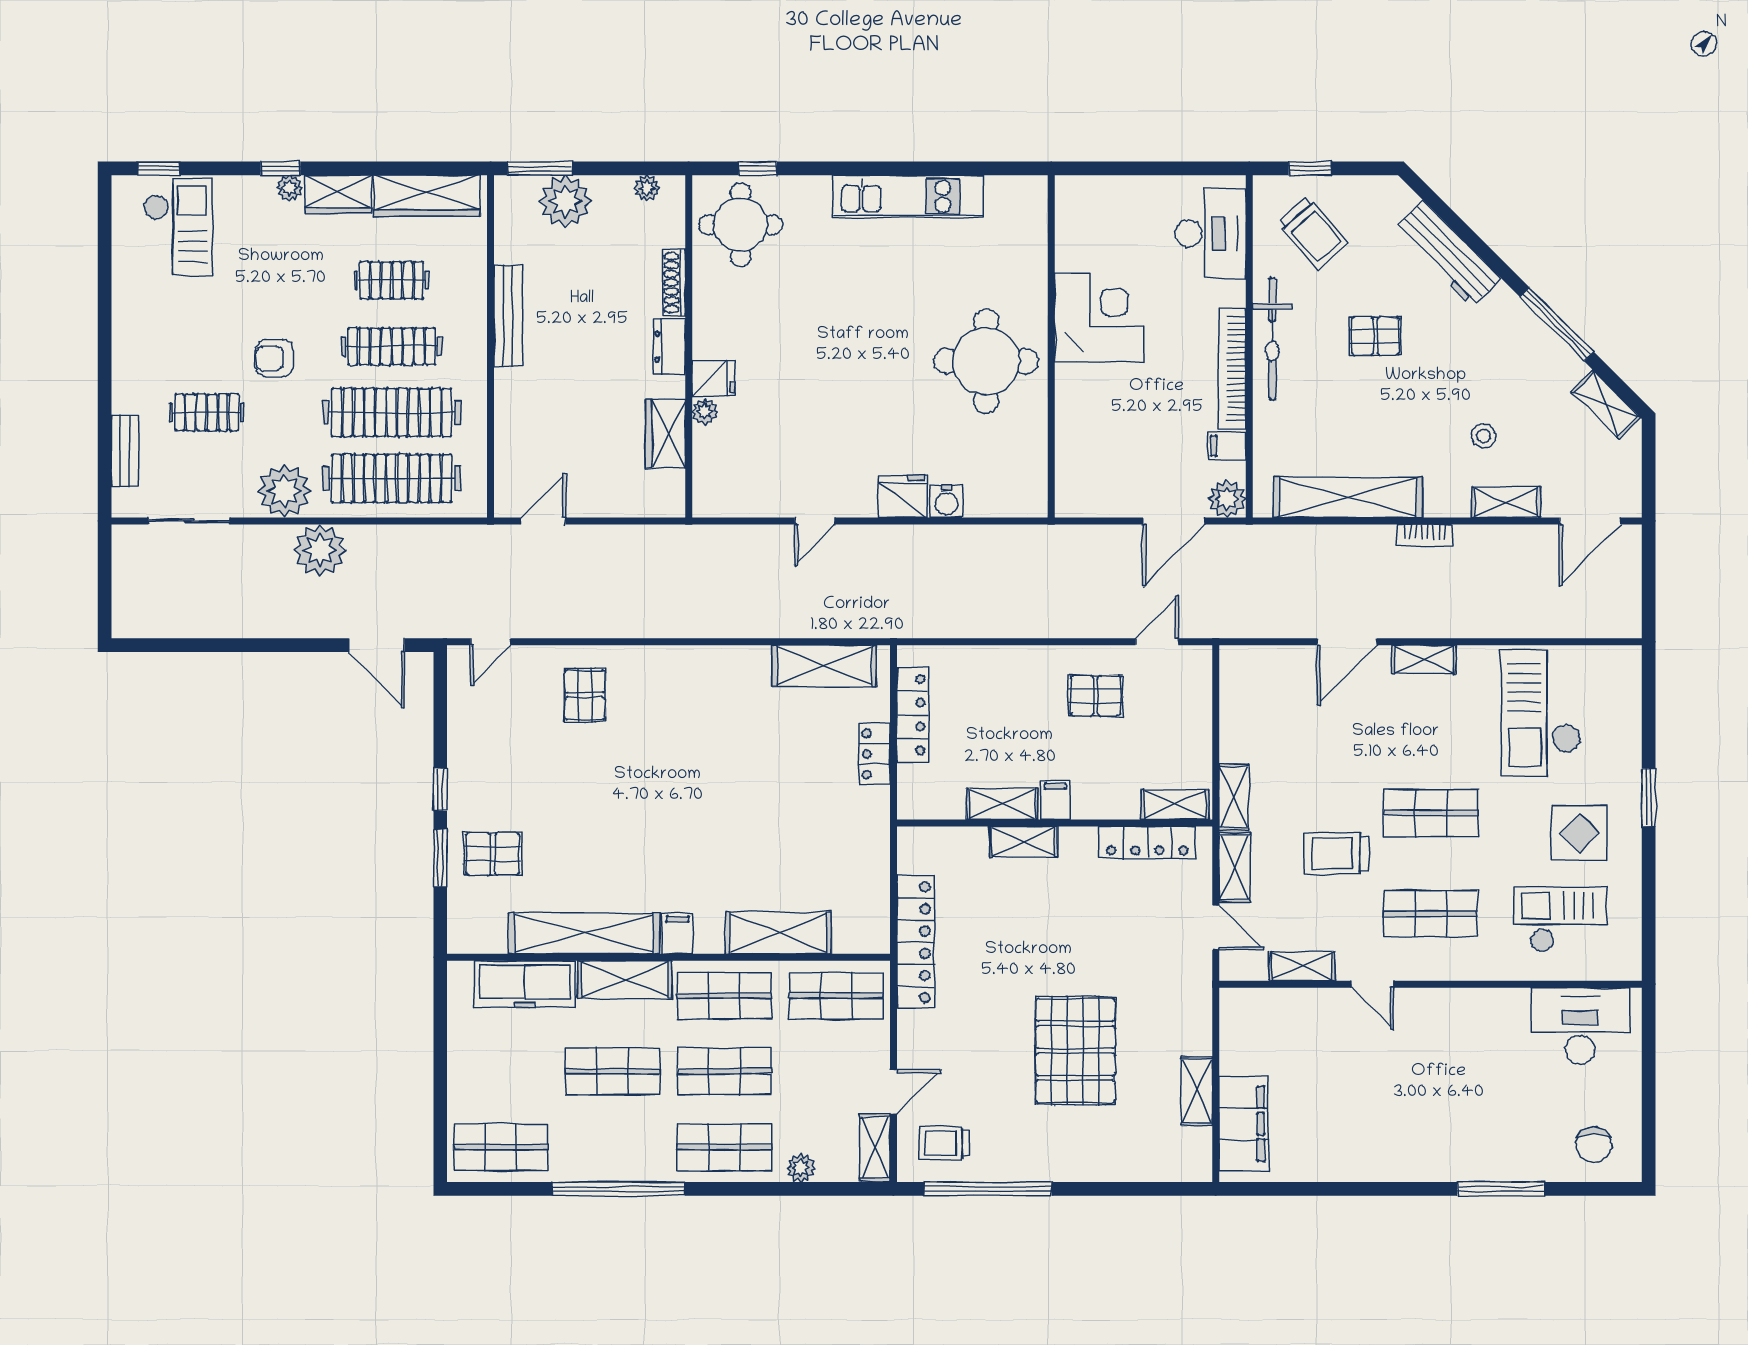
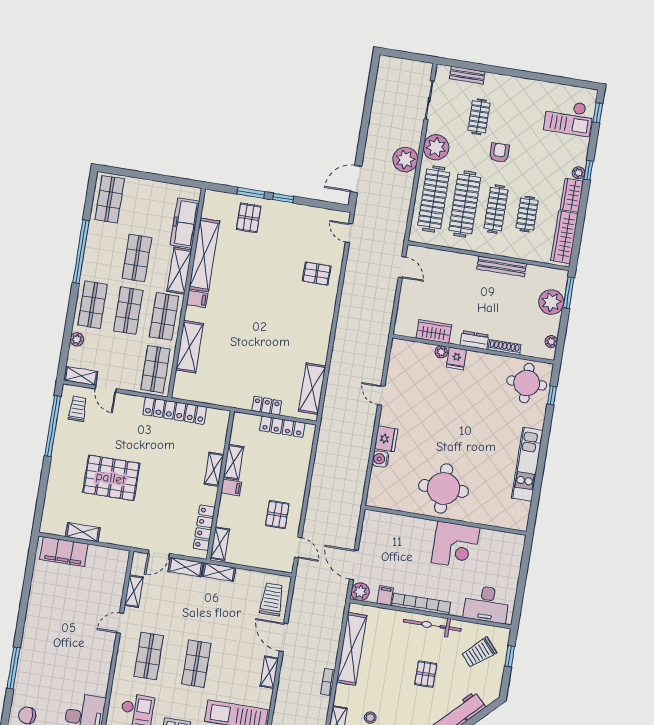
trolley: (1337, 853) -> (272, 599), moved

